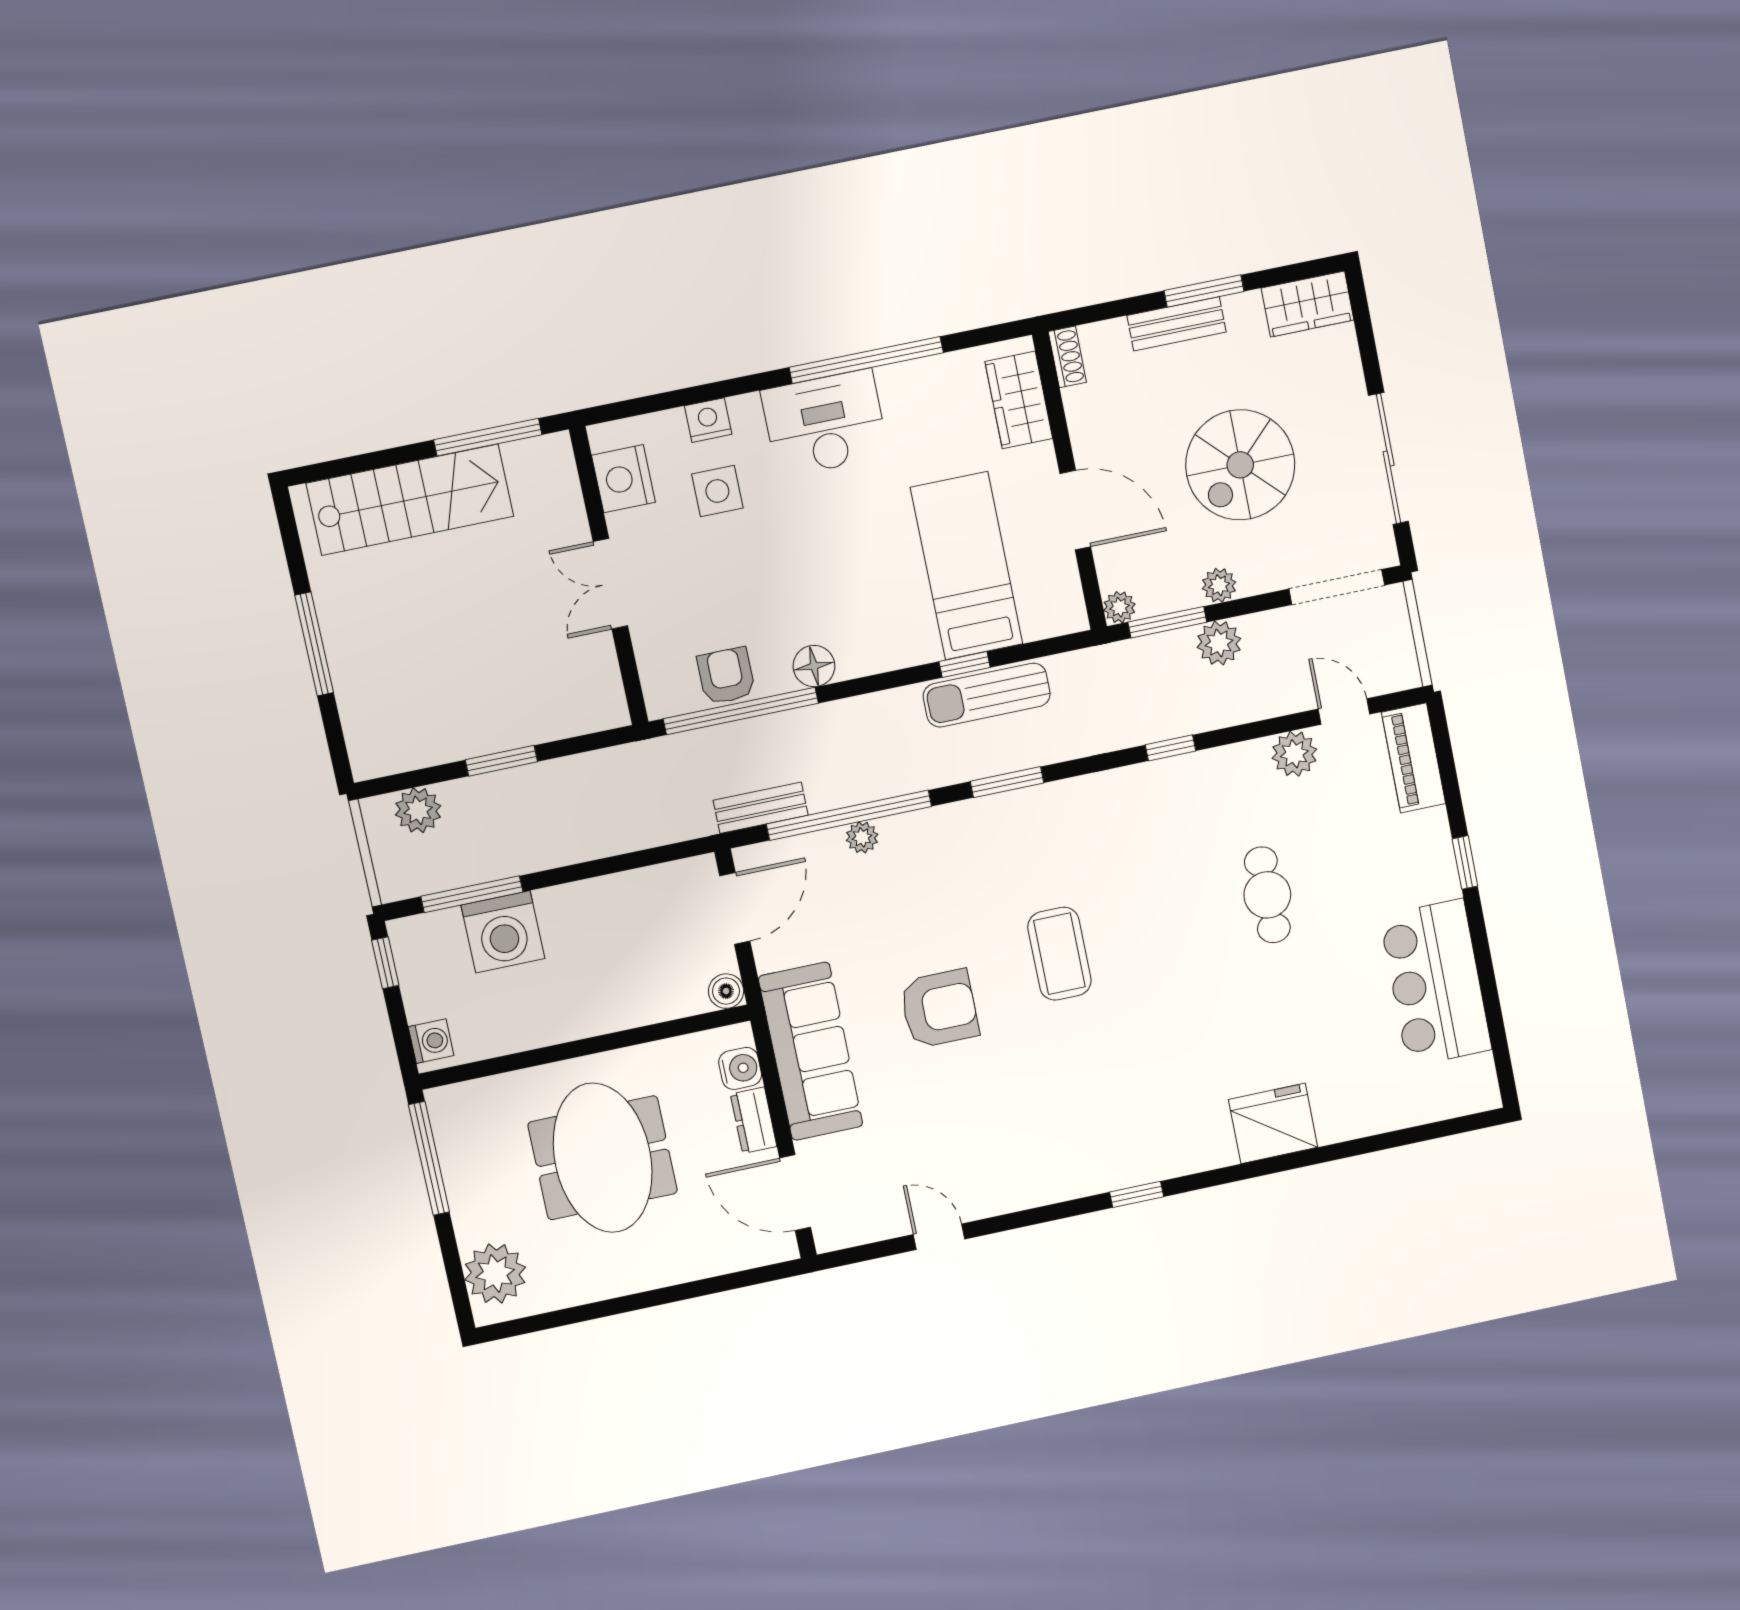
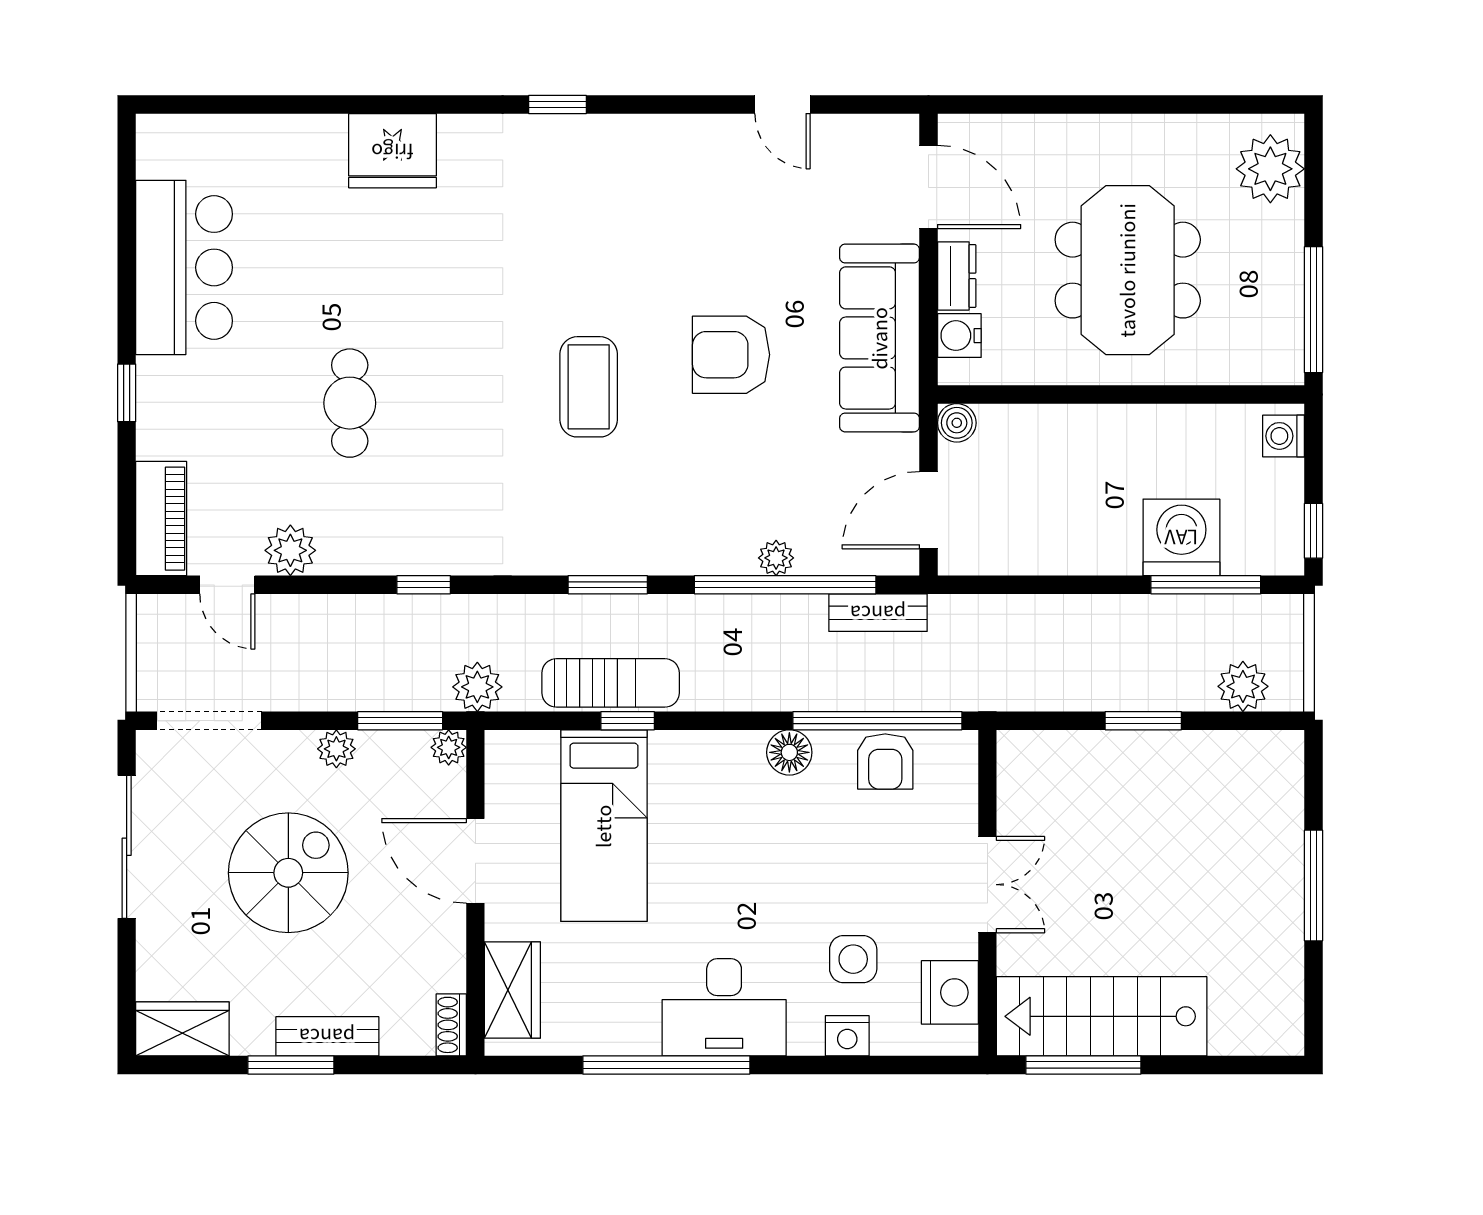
stairs: (410, 500) -> (1102, 1016), moved
plant: (1219, 643) -> (477, 687), moved

